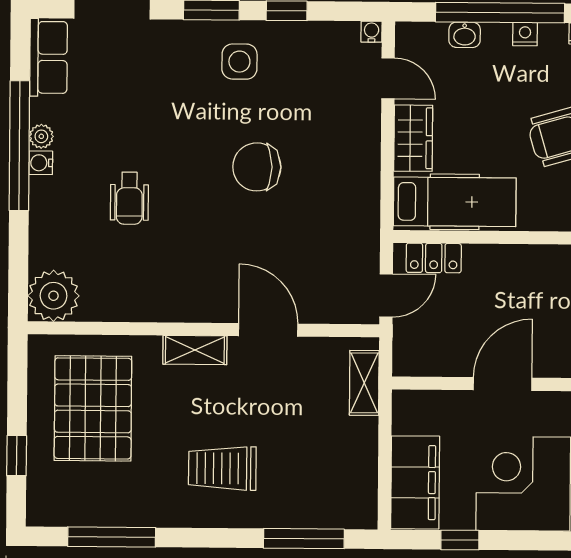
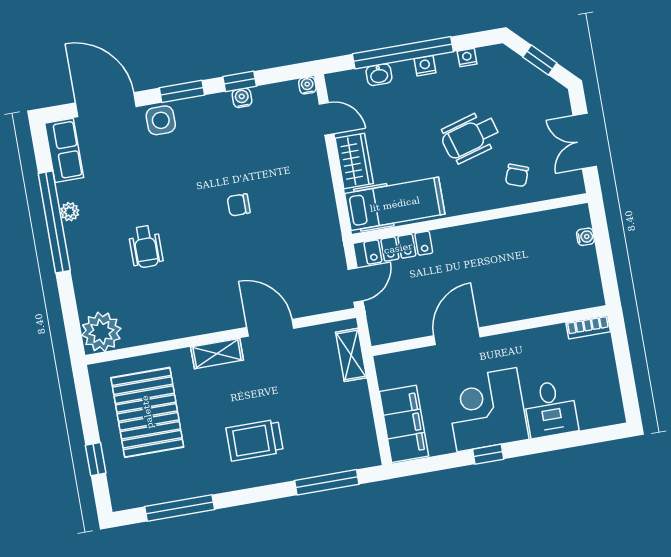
side table: (239, 62) -> (161, 120), moved
water cooler: (41, 163) -> (242, 98), moved, turned 90
chair: (257, 167) -> (239, 205), width x0.54, depth x0.54
locker: (434, 258) -> (398, 248), width x1.53
window: (460, 540) -> (488, 454), moved

